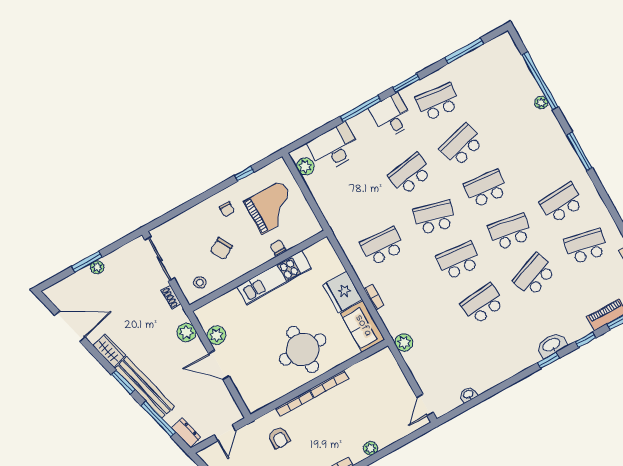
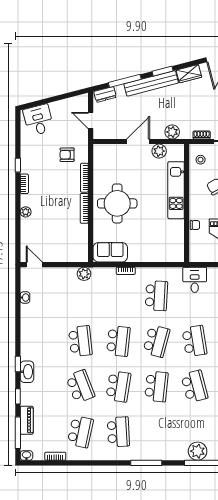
plant: (541, 103) -> (198, 451), width x1.88, depth x1.88
desk: (340, 213) -> (195, 280), added
kitchen unit: (274, 278) -> (176, 190), moved
fridge: (342, 292) -> (141, 252), removed

